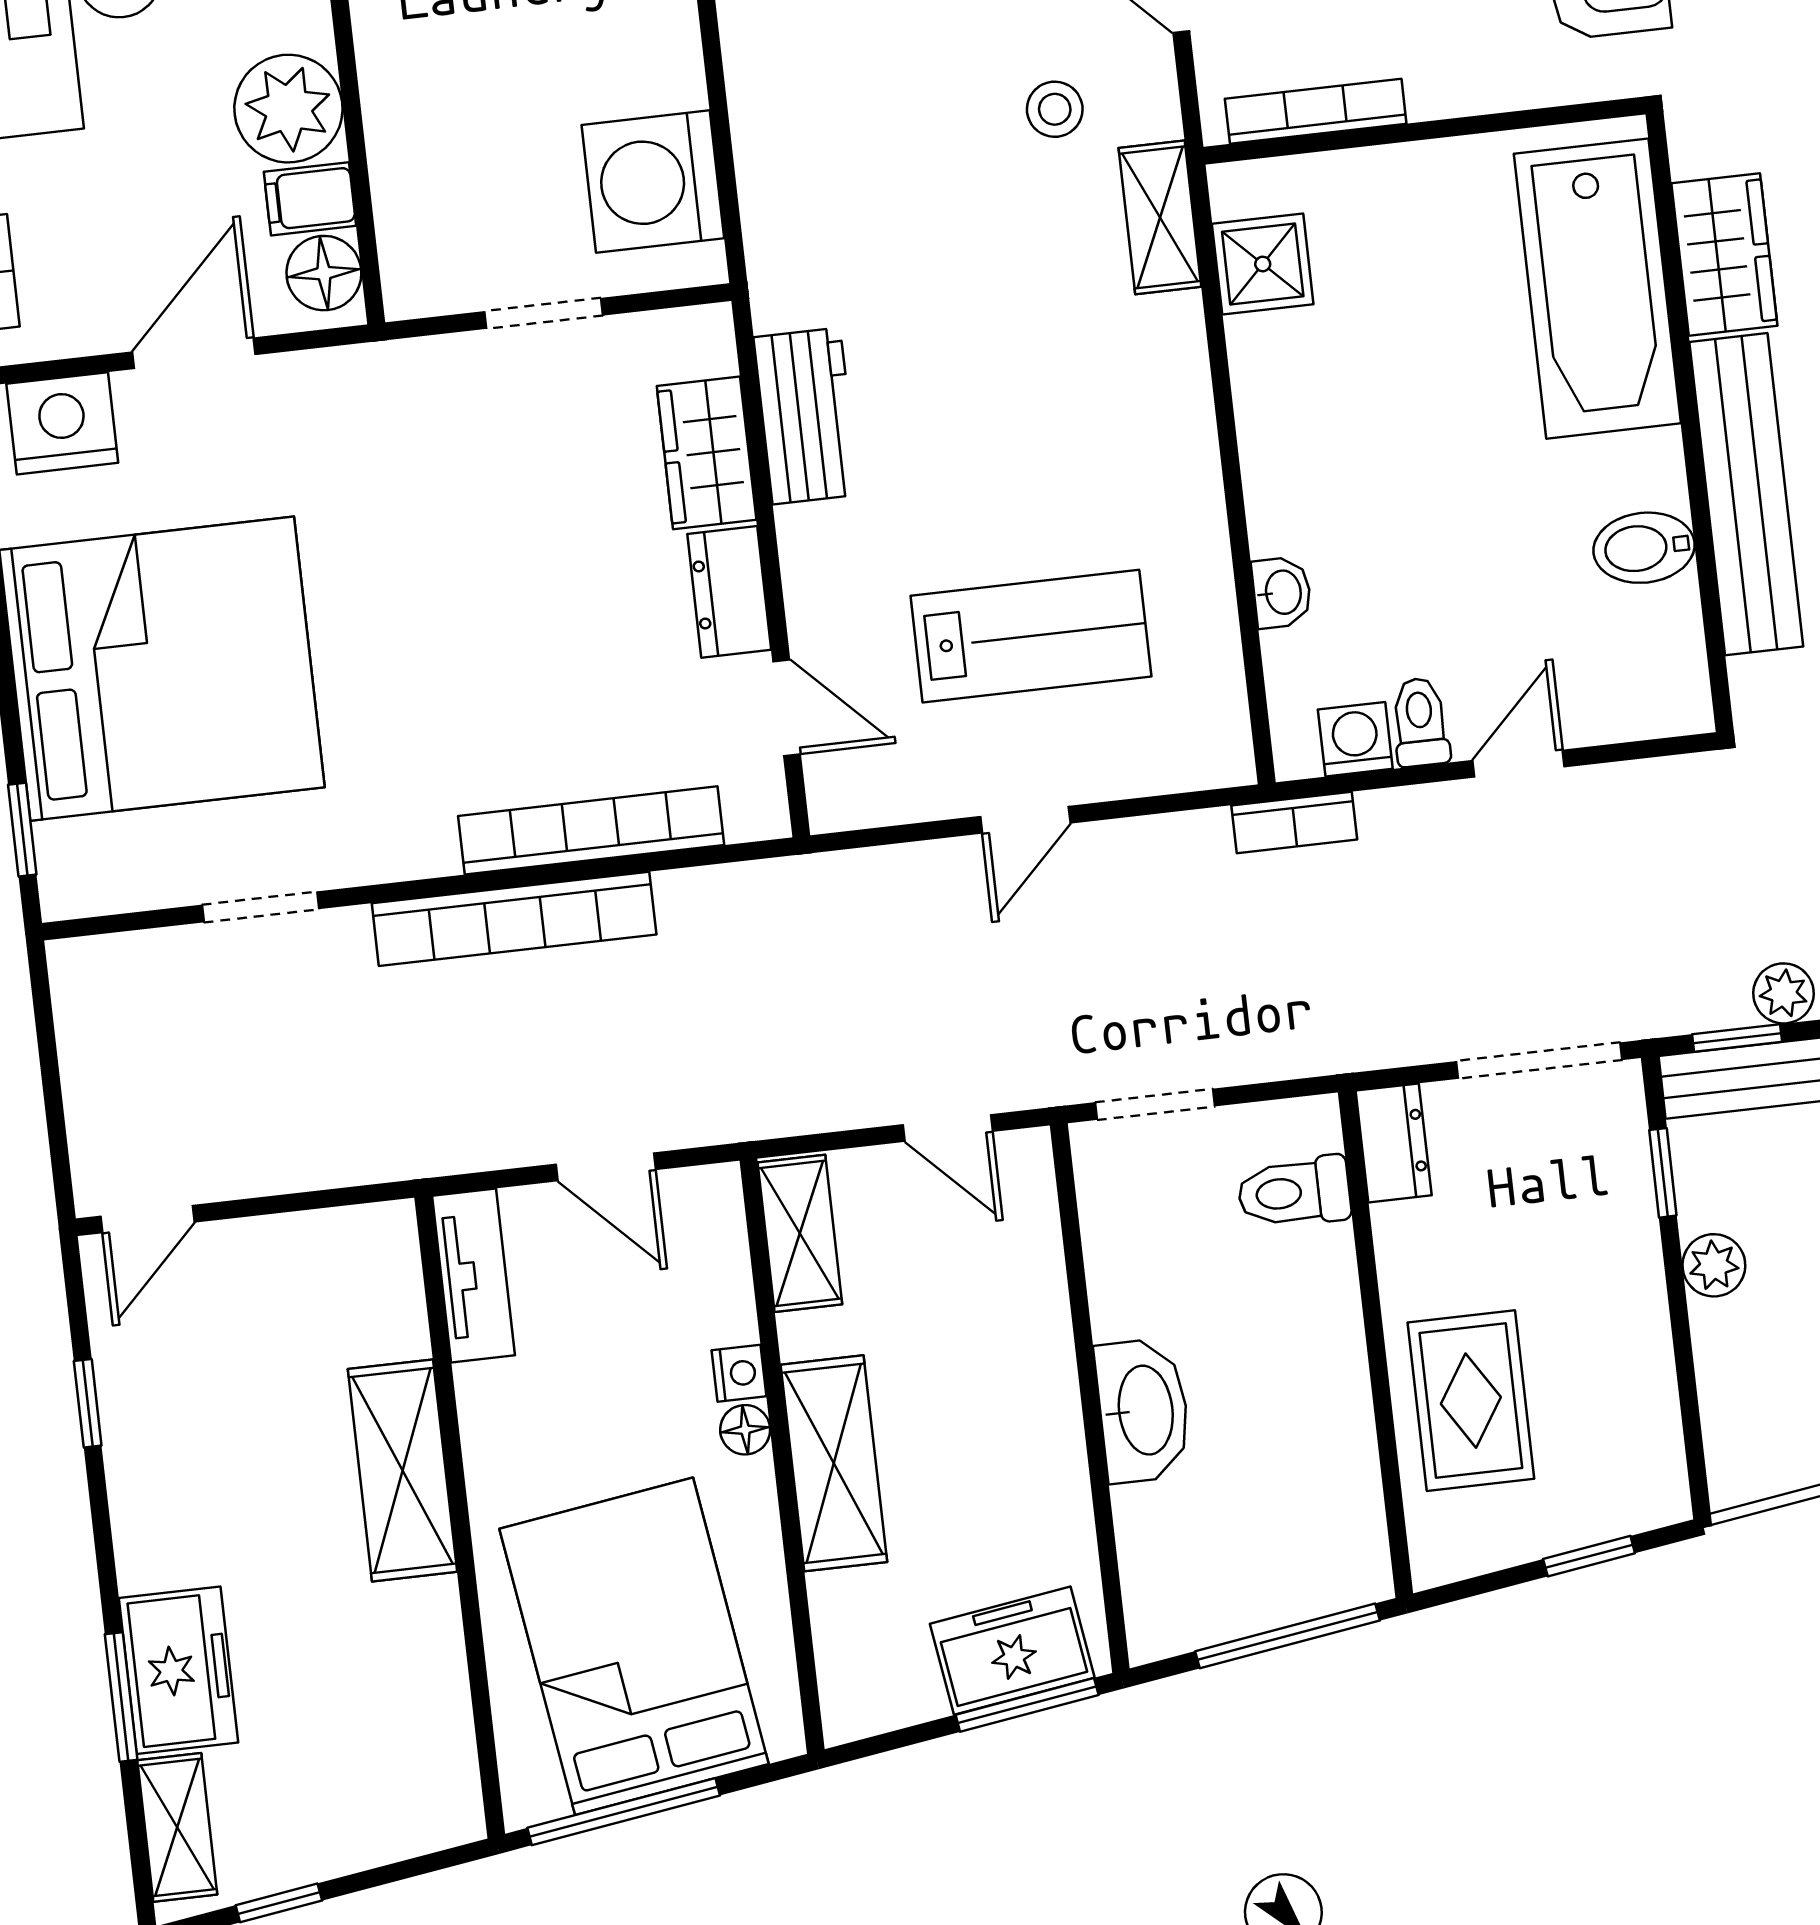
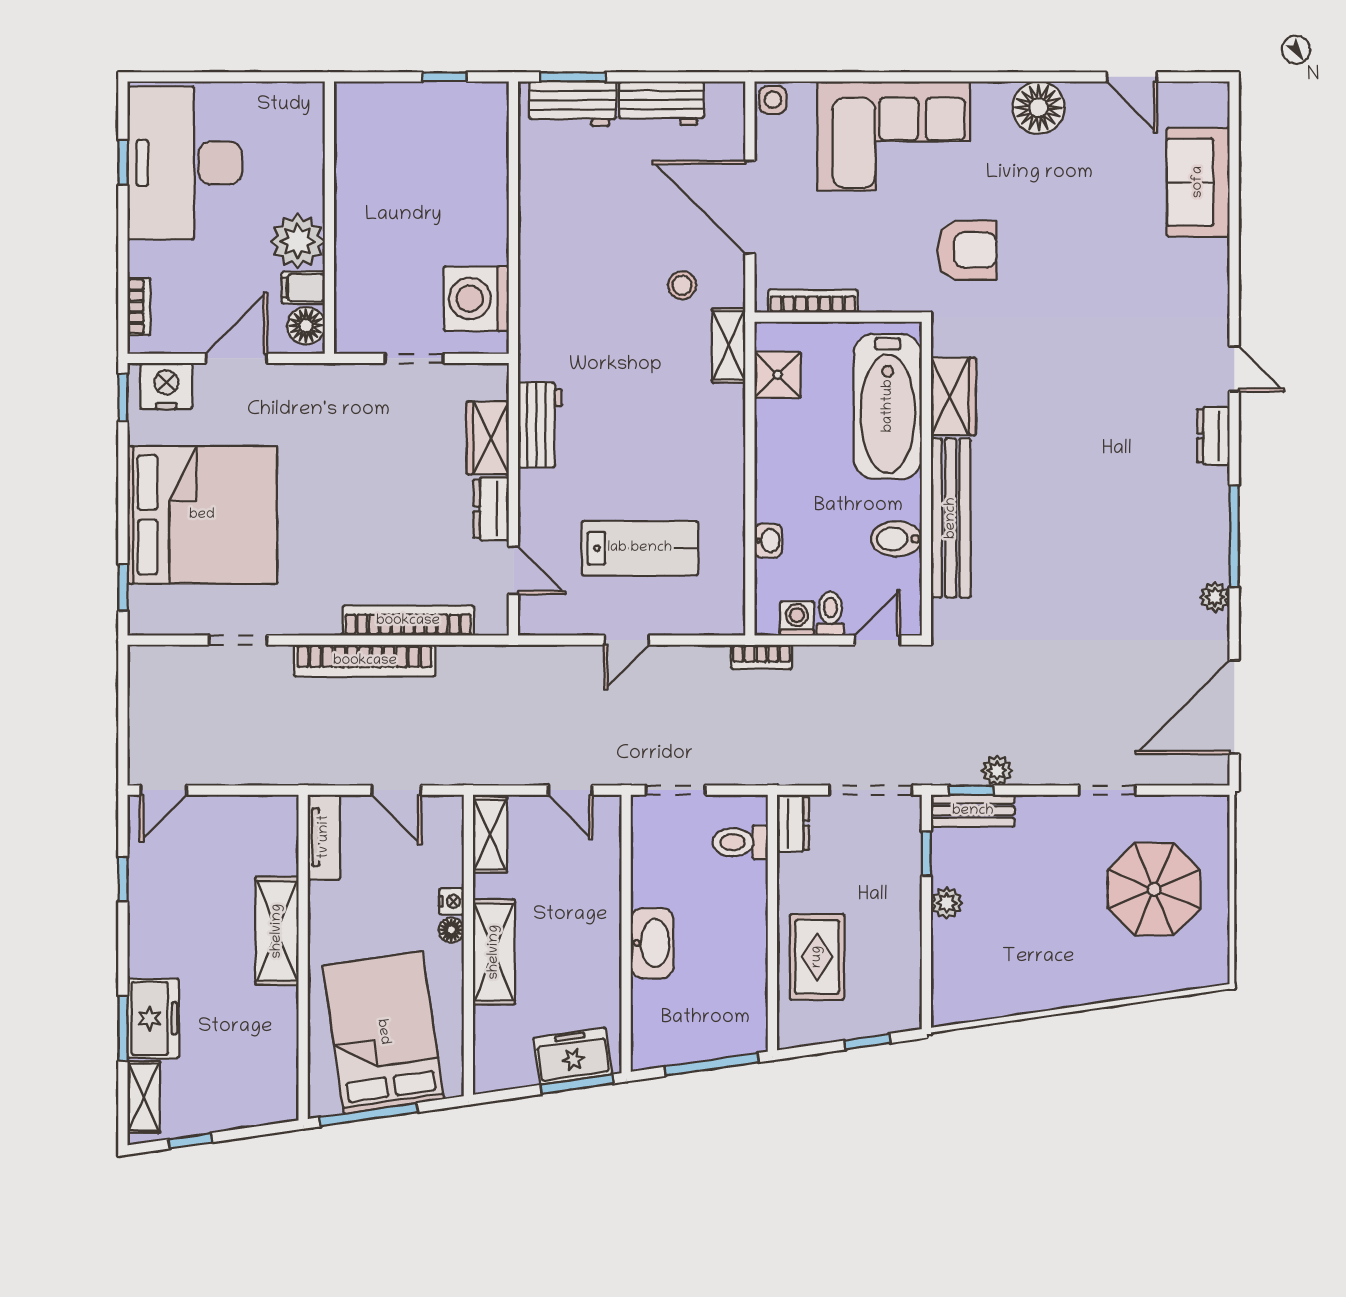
wardrobe: (1724, 255) -> (953, 396), moved
bathtub: (1597, 289) -> (888, 406), moved
wall: (1690, 422) -> (926, 479), moved
bench: (1746, 494) -> (951, 518), moved
bidet: (1644, 548) -> (896, 539), moved

